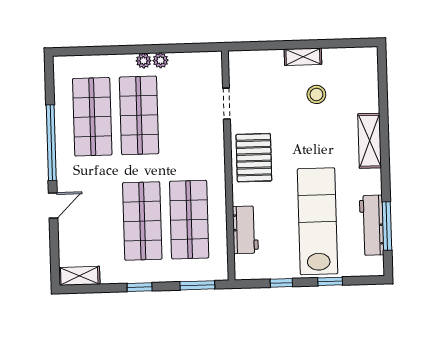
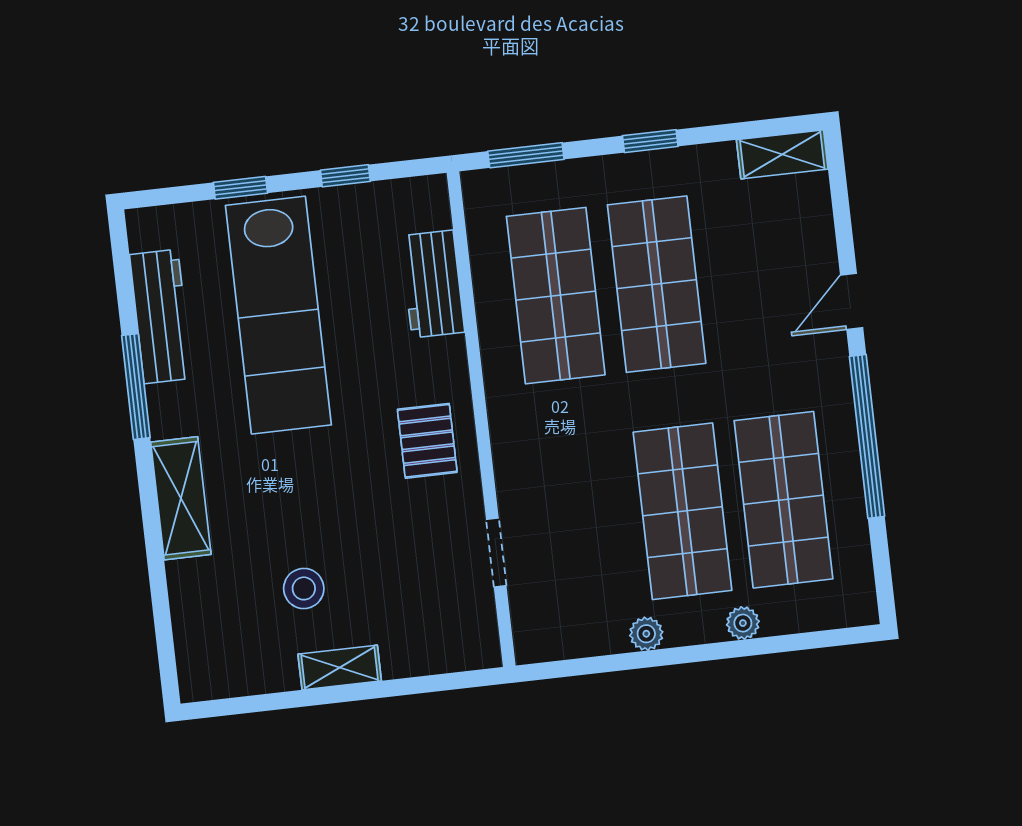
plant: (144, 61) -> (743, 623), moved
pallet: (254, 158) -> (427, 441), width x0.67, depth x0.71
window: (387, 226) -> (136, 387), moved

